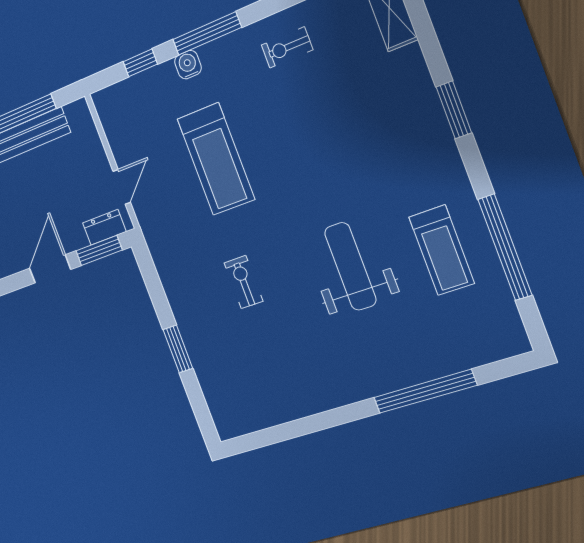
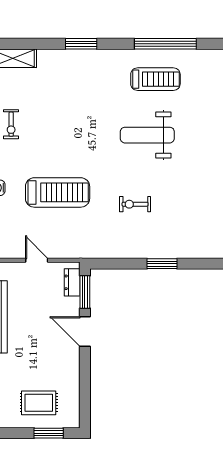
door: (122, 187) -> (37, 260), moved

